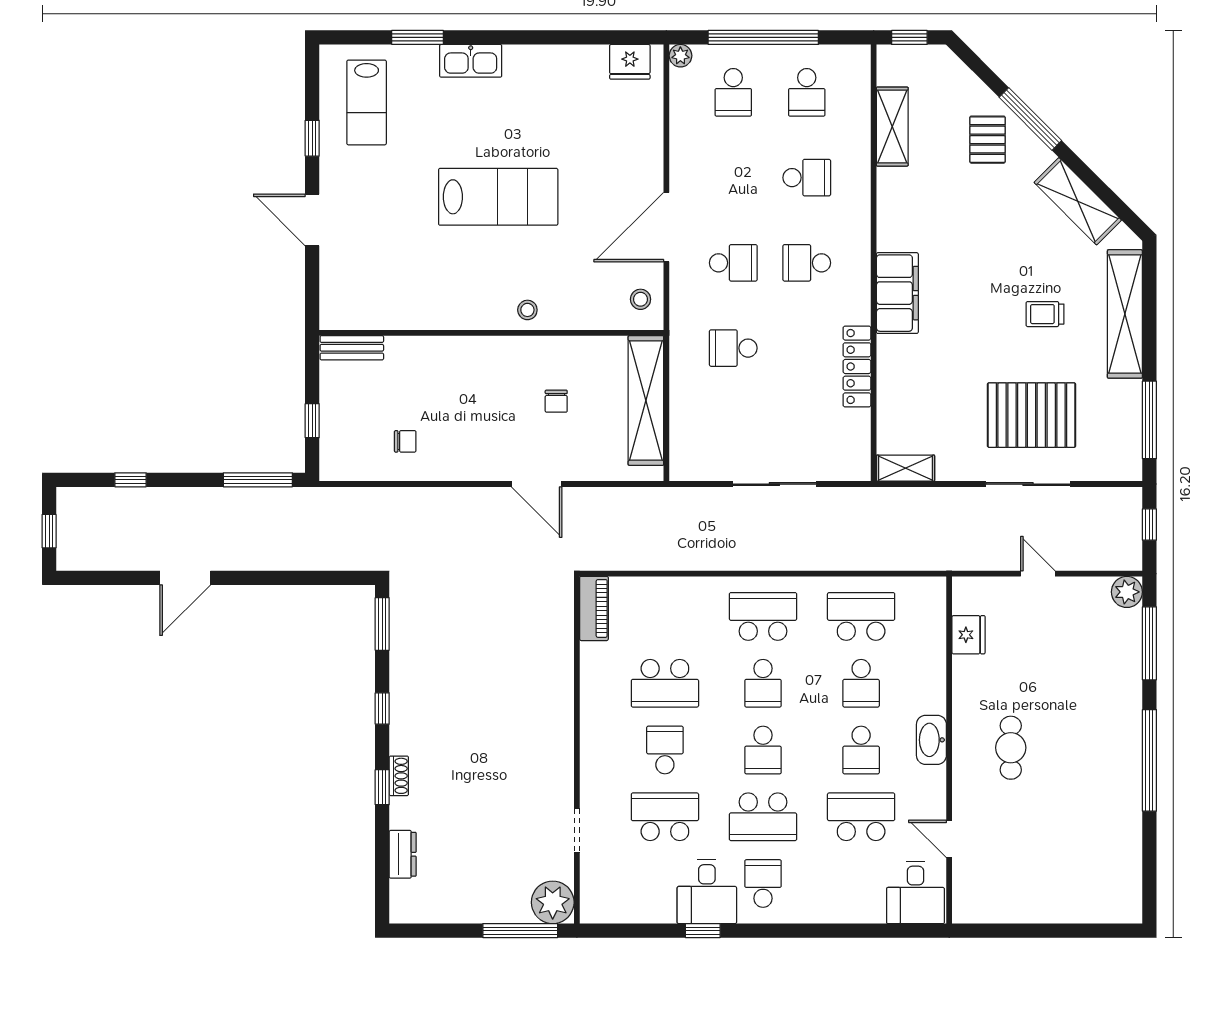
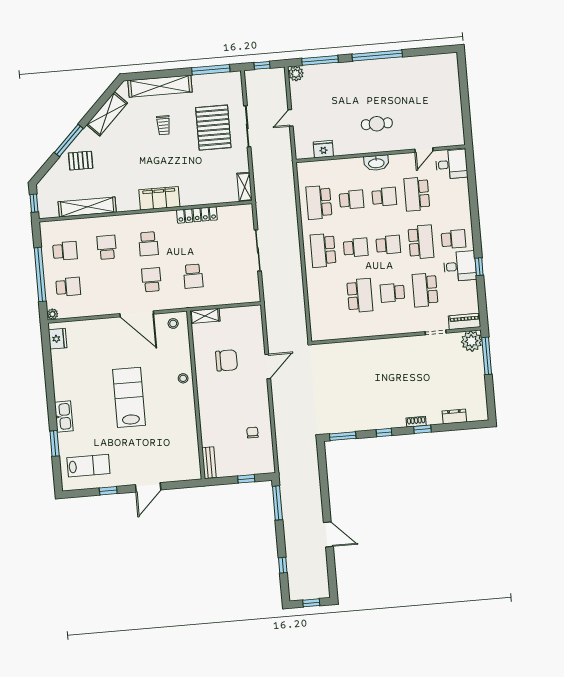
shelving: (892, 127) -> (87, 207), width x1.47
chair: (556, 401) -> (227, 360), width x1.87, depth x1.87
shelving: (646, 401) -> (205, 316), width x0.45, depth x0.75
piano: (594, 608) -> (465, 321), moved
school desk: (763, 884) -> (454, 239), turned 180

